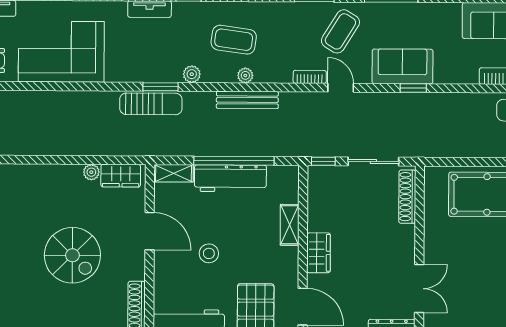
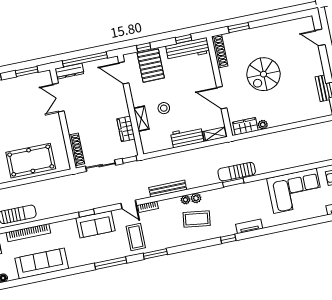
coffee table: (340, 31) -> (136, 237), turned -32
plant: (192, 74) -> (196, 198), moved
bench: (247, 100) -> (168, 189), moved
window: (234, 161) -> (182, 149), removed
workbench: (230, 178) -> (187, 137), width x0.73
stool: (209, 253) -> (164, 108), moved
wardrobe: (319, 253) -> (126, 129), moved
spiral stairs: (72, 255) -> (264, 74), turned -90

